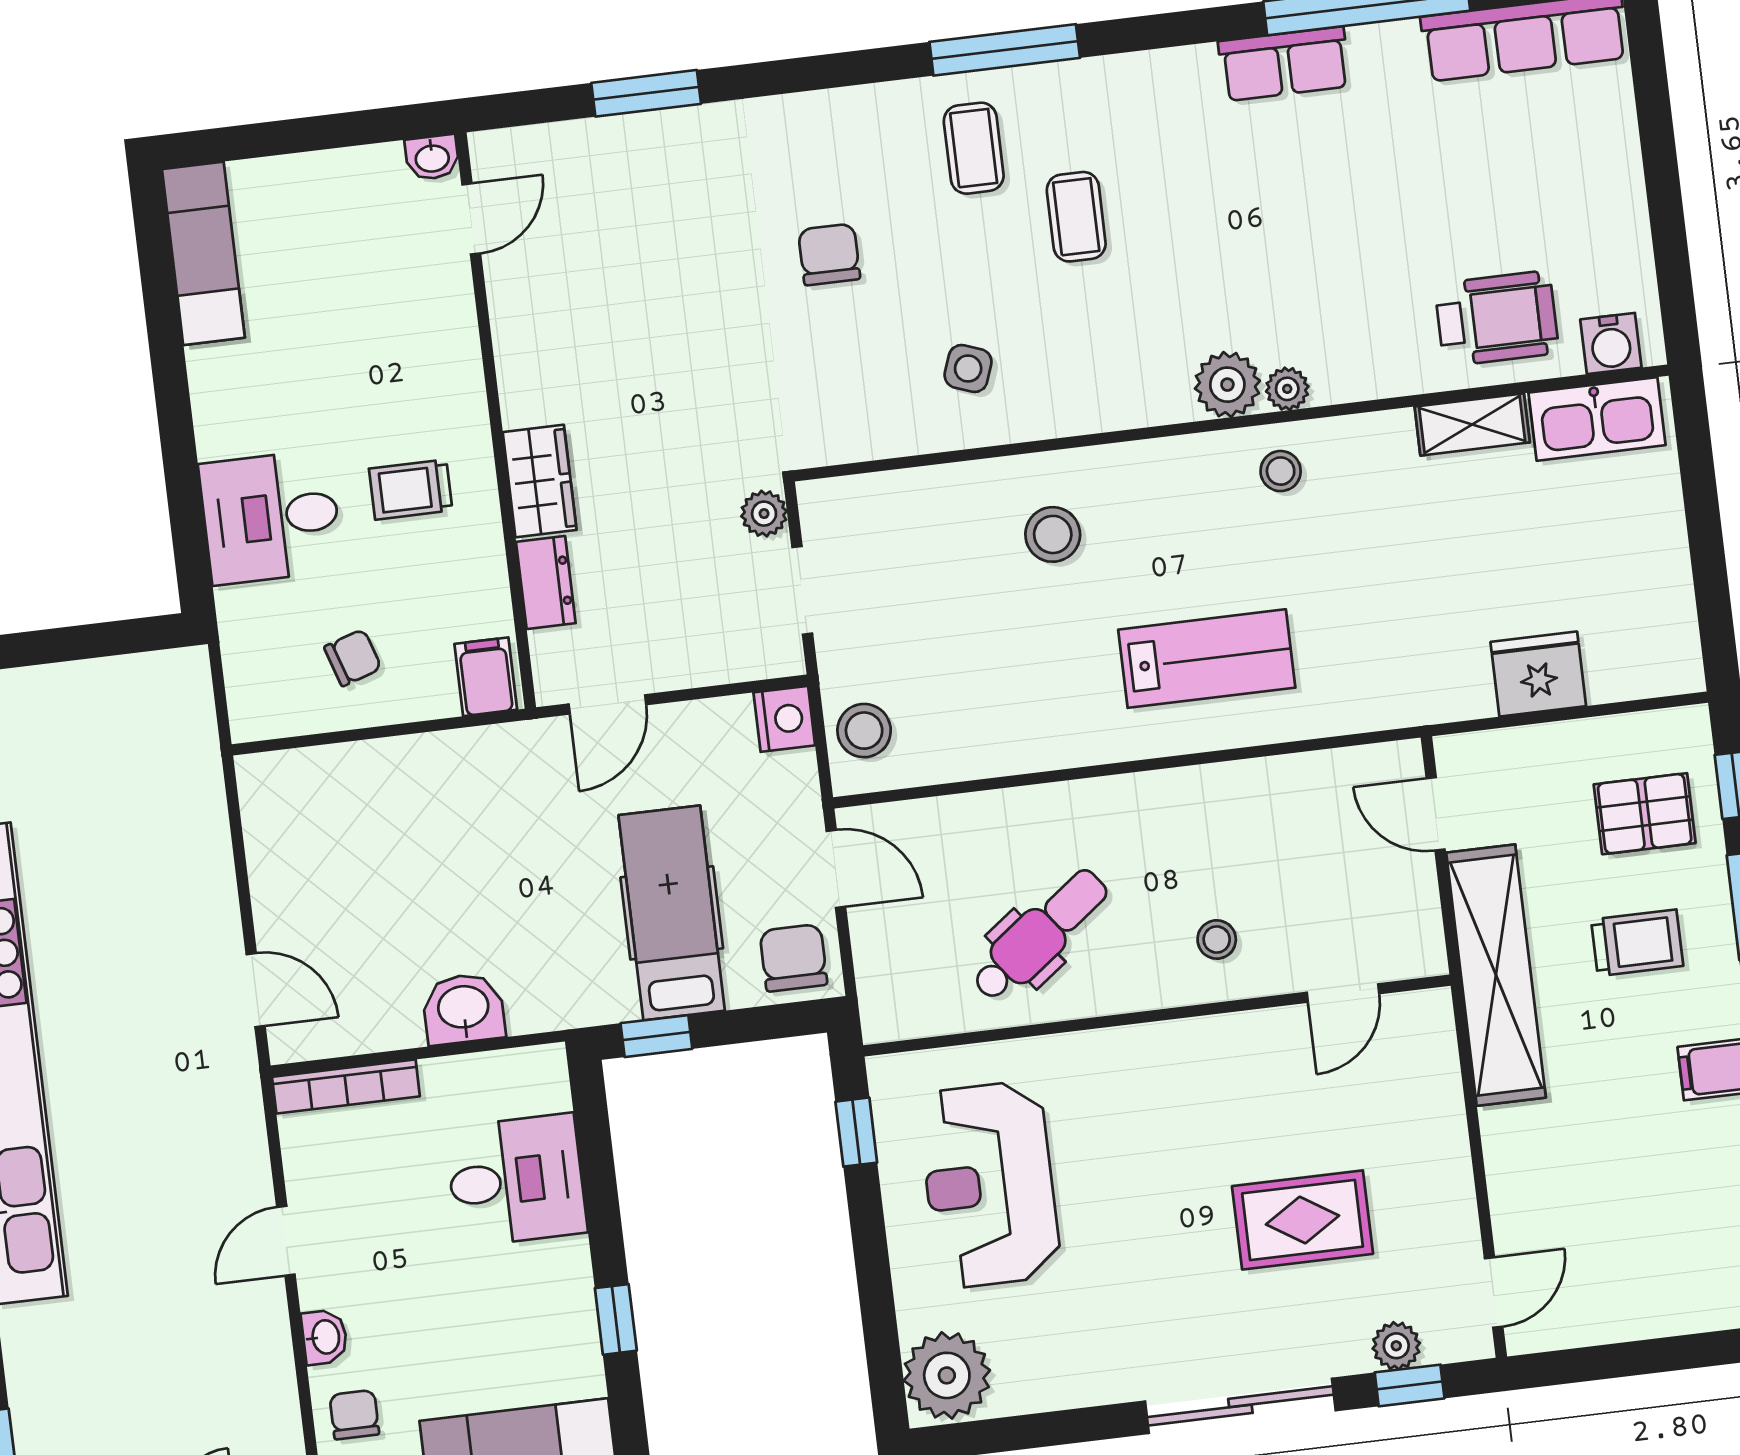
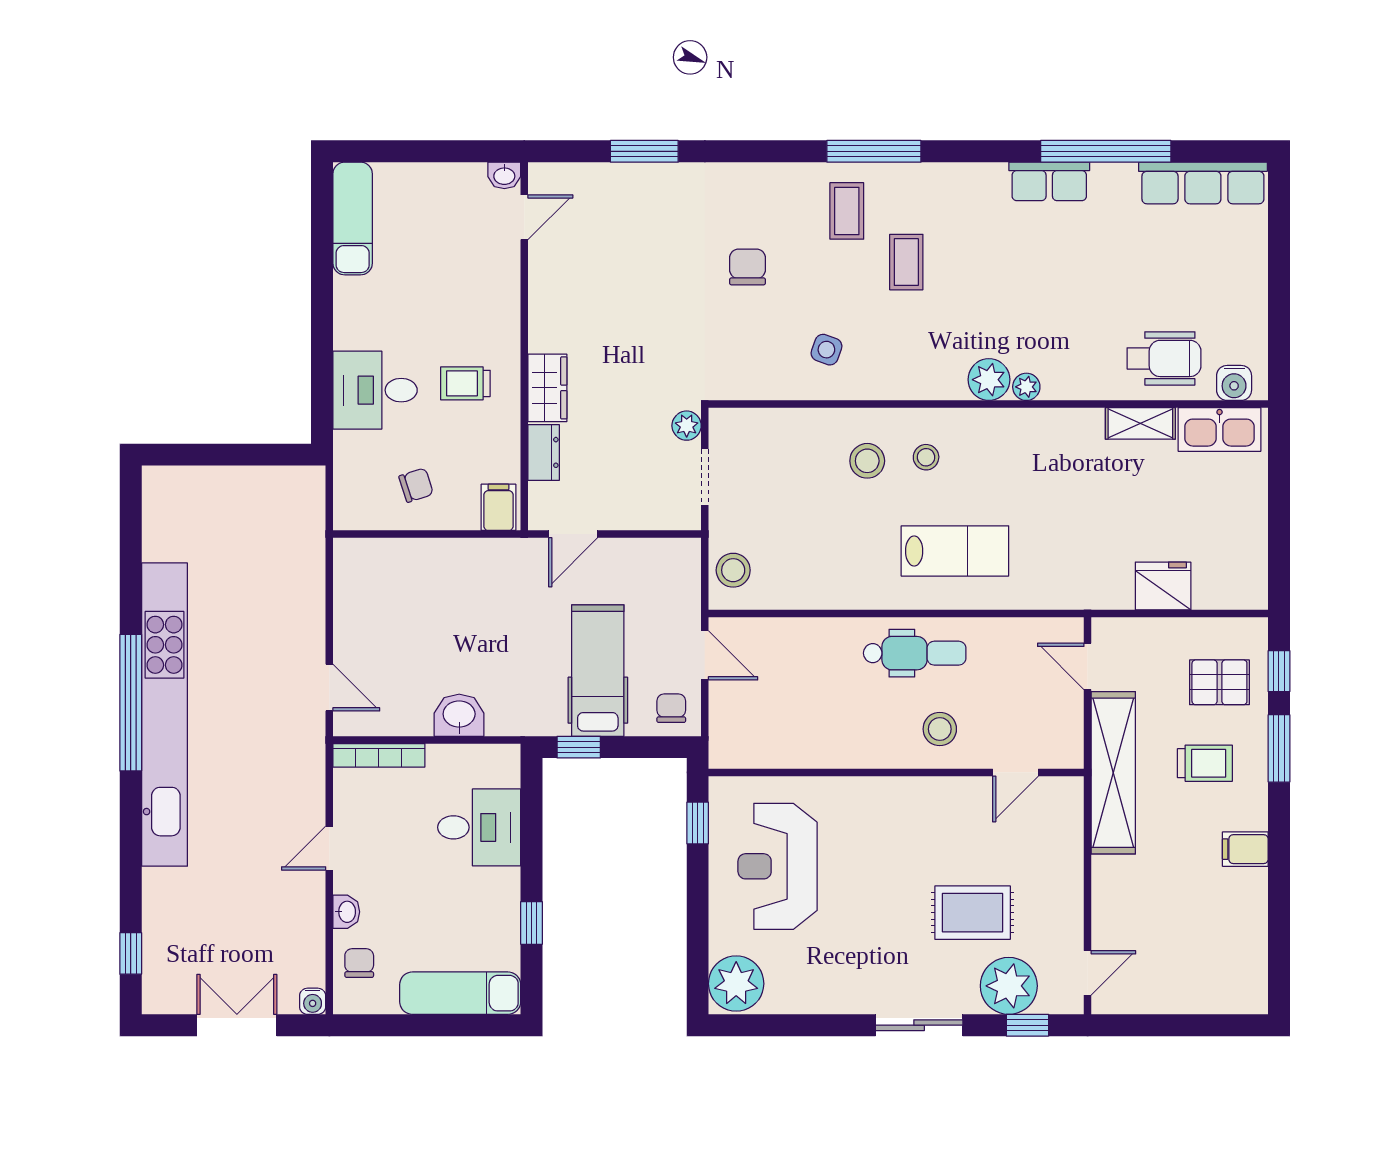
stool: (1281, 471) -> (926, 457), moved
nightstand: (784, 719) -> (684, 557), removed
dental chair: (1040, 935) -> (915, 653), moved, turned 37
stool: (1217, 939) -> (940, 729), width x1.37, depth x1.37
chair: (793, 958) -> (671, 708), width x0.73, depth x0.73
plant: (1396, 1346) -> (1009, 986), width x1.88, depth x1.88
sliding door: (1240, 1406) -> (919, 1025), width x0.73

